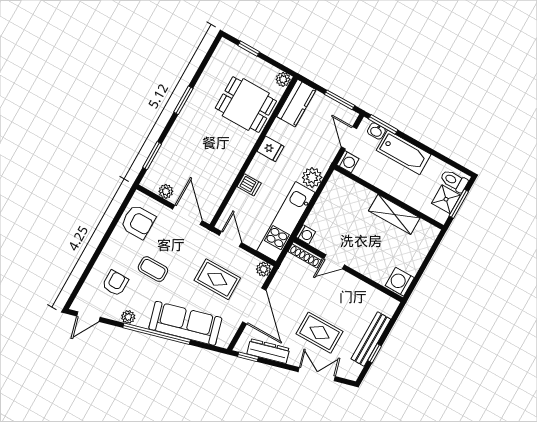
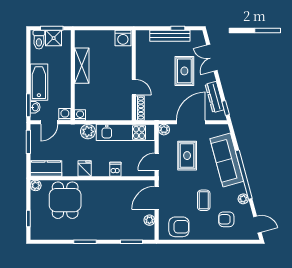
armchair: (138, 222) -> (179, 227), turned 90
washing machine: (306, 234) -> (80, 115), moved

